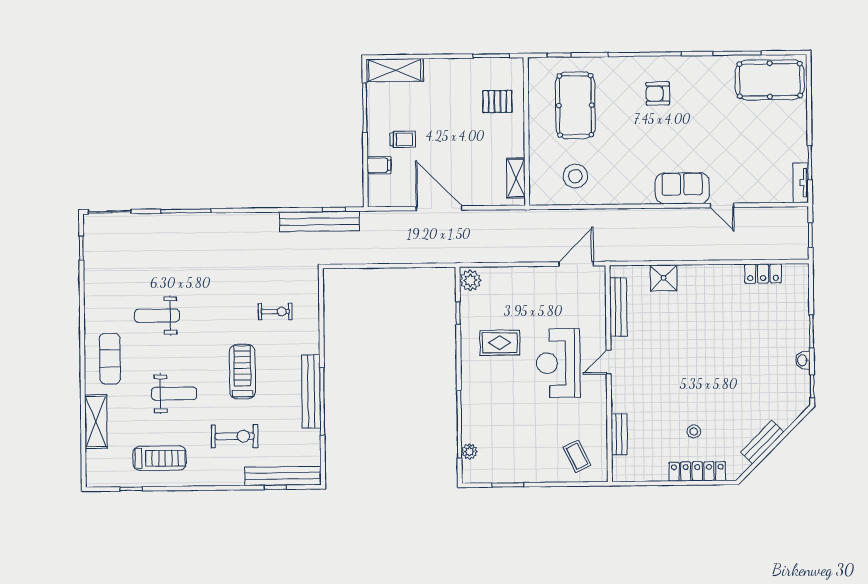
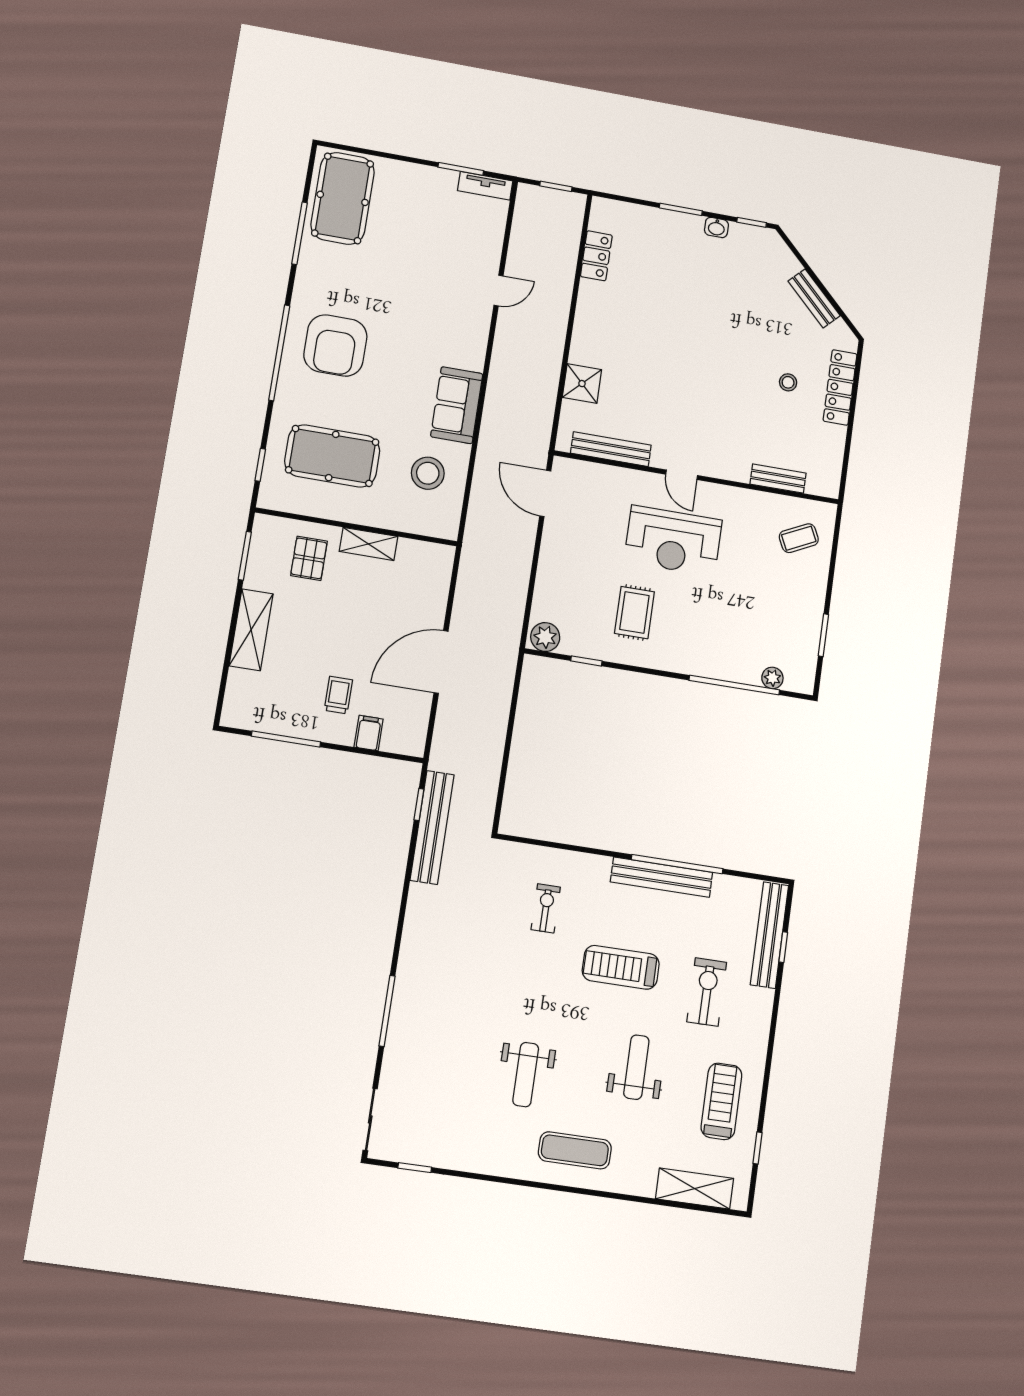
shelving: (395, 70) -> (251, 630), moved
armchair: (658, 94) -> (335, 345), width x1.88, depth x1.88
shelving: (516, 178) -> (369, 544), moved
sofa: (682, 188) -> (457, 405), moved
shelving: (96, 422) -> (695, 1189), moved

